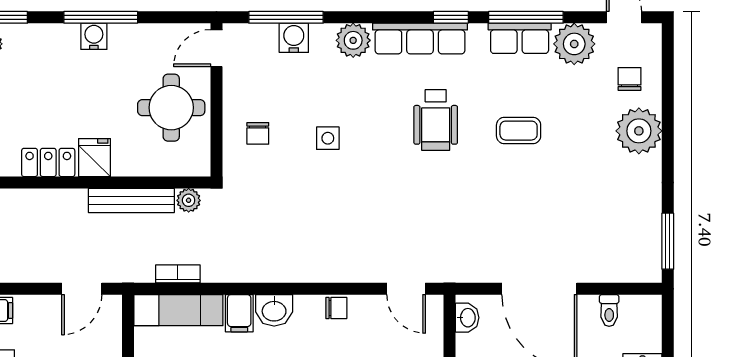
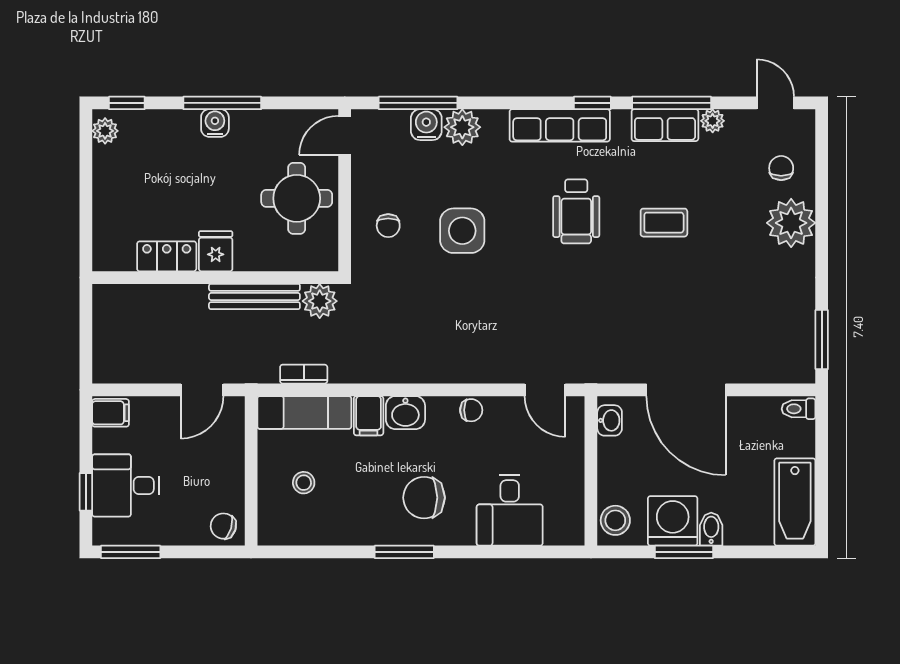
plant: (353, 40) -> (462, 127), moved
plant: (574, 44) -> (713, 121), width x0.53, depth x0.53
side table: (328, 138) -> (462, 231), width x1.87, depth x1.87
plant: (189, 200) -> (320, 301), width x1.38, depth x1.38
toilet: (609, 311) -> (799, 409), moved, turned 90

